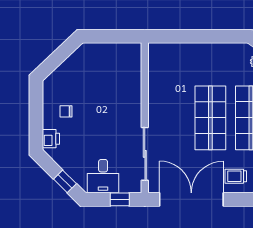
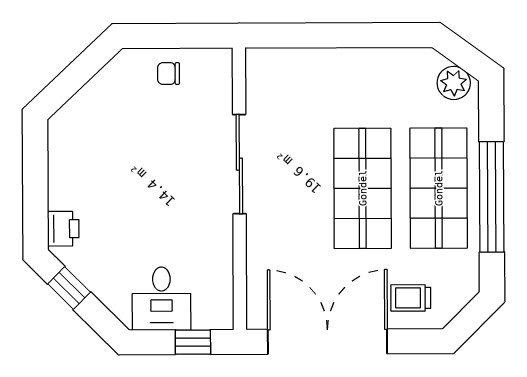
chair: (66, 111) -> (169, 74), moved
sliding door: (145, 154) -> (239, 164), moved
window: (65, 181) -> (69, 288), moved

